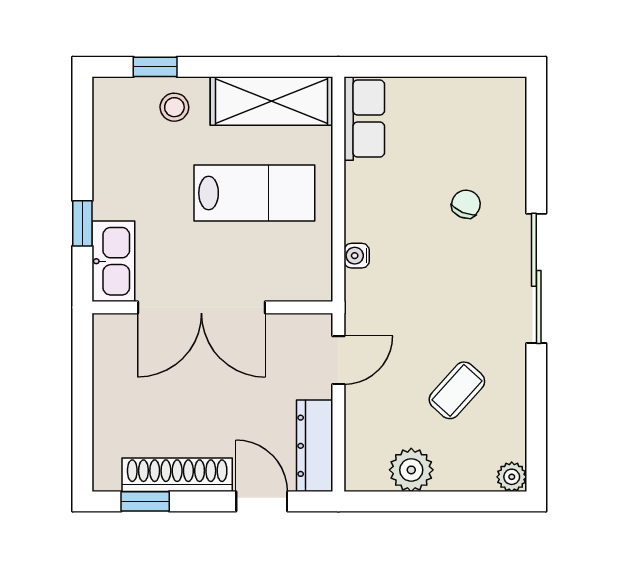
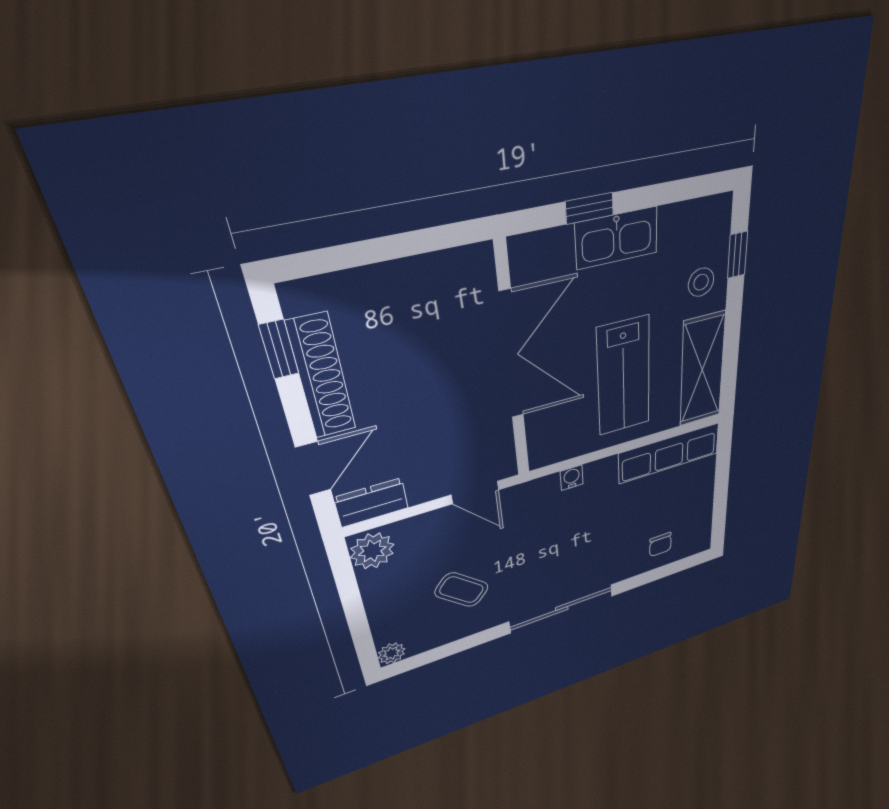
row of seats: (364, 119) -> (669, 453), width x1.48
chair: (466, 204) -> (660, 544), moved, turned 67
kitchen sink: (113, 261) -> (617, 238), moved
double door: (201, 307) -> (512, 356), swing flipped
dresser: (315, 446) -> (371, 503), width x0.70
plant: (411, 470) -> (372, 551), moved

